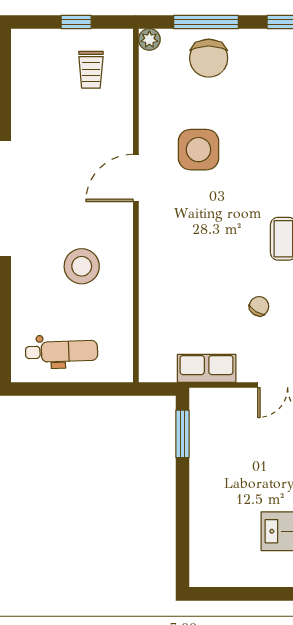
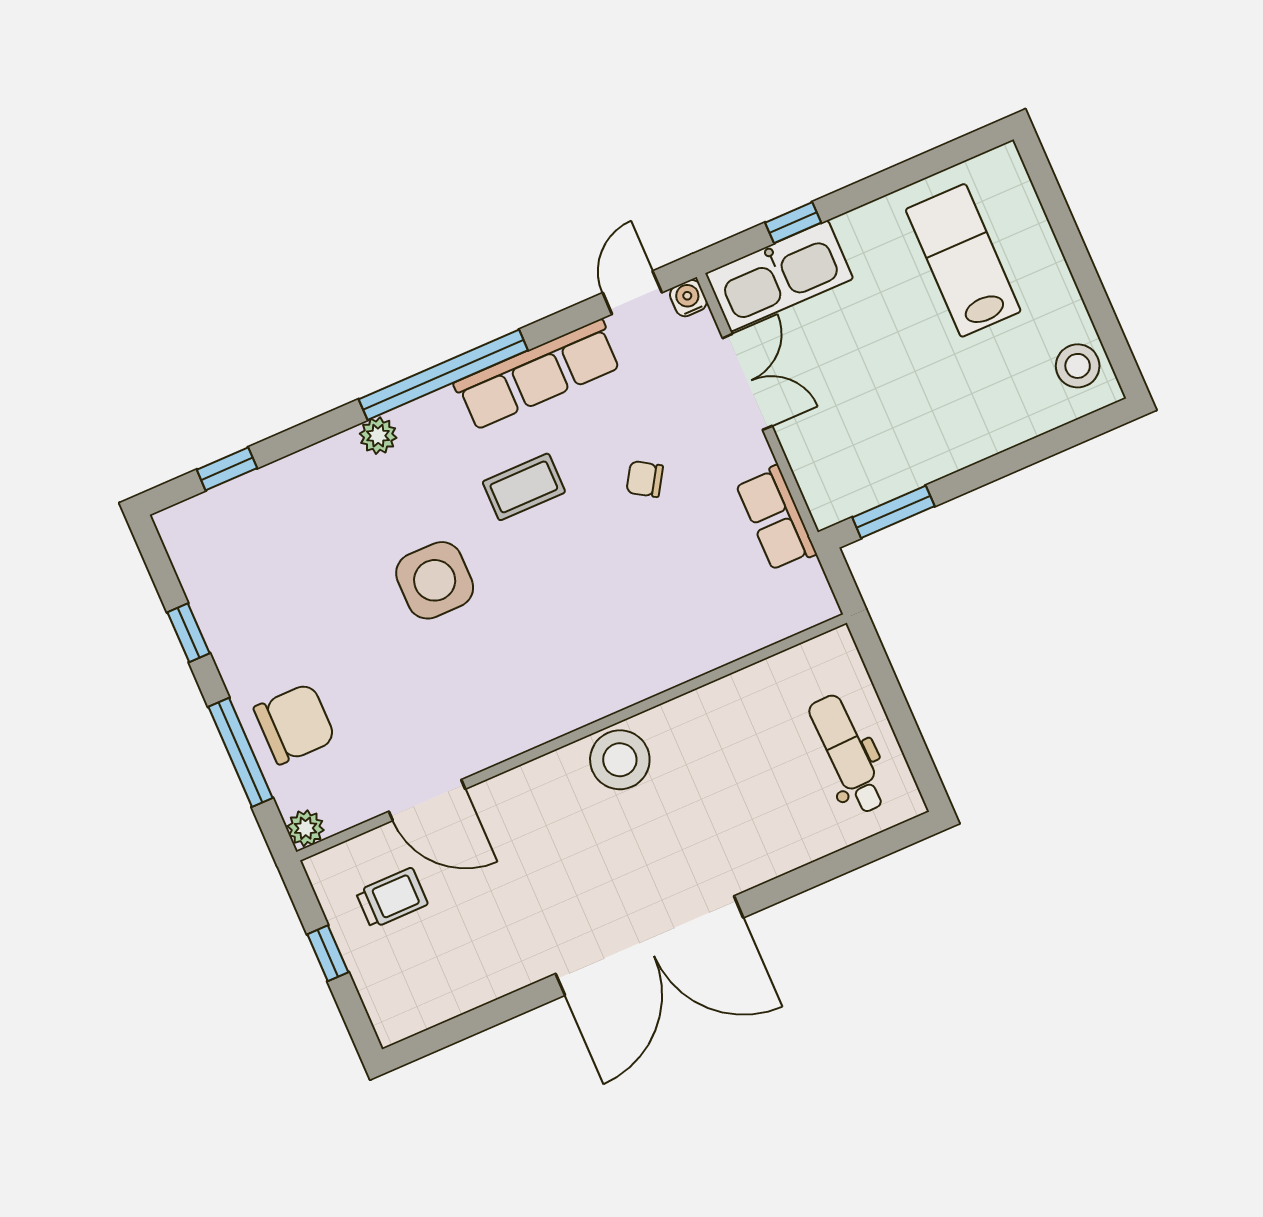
side table: (198, 150) -> (435, 580), moved
door: (136, 178) -> (427, 800), moved
stool: (82, 266) -> (620, 760), moved
stool: (218, 568) -> (1078, 366), added

